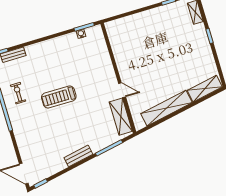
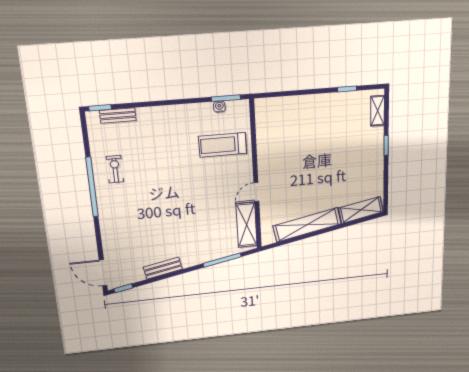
door: (122, 90) -> (256, 192), swing flipped
treadmill: (59, 97) -> (223, 145), moved
bench: (78, 156) -> (163, 268), moved

